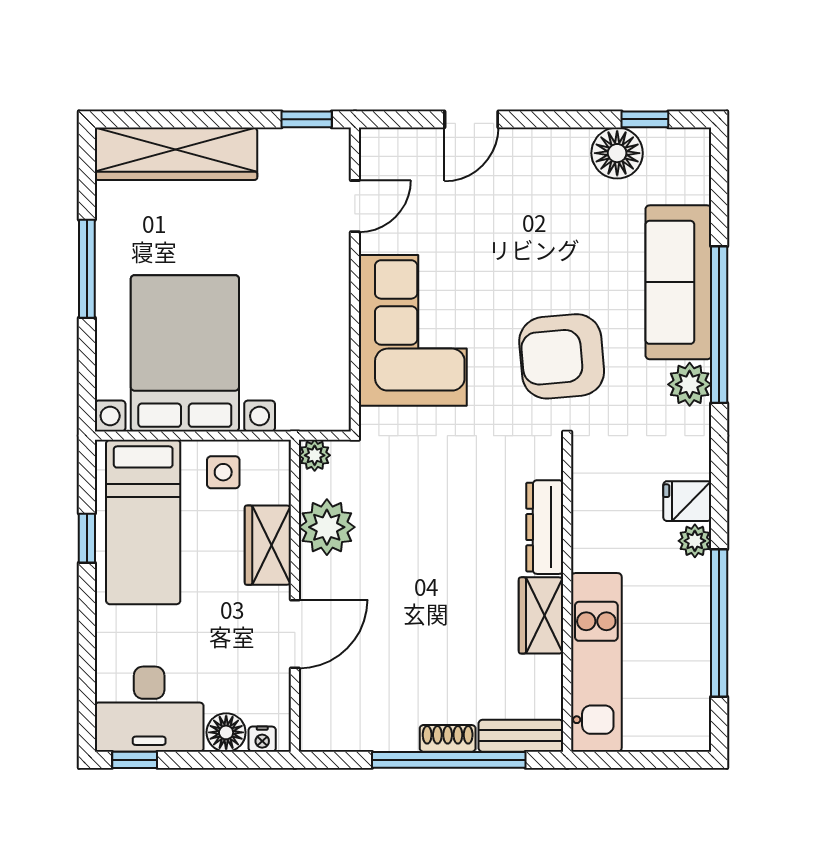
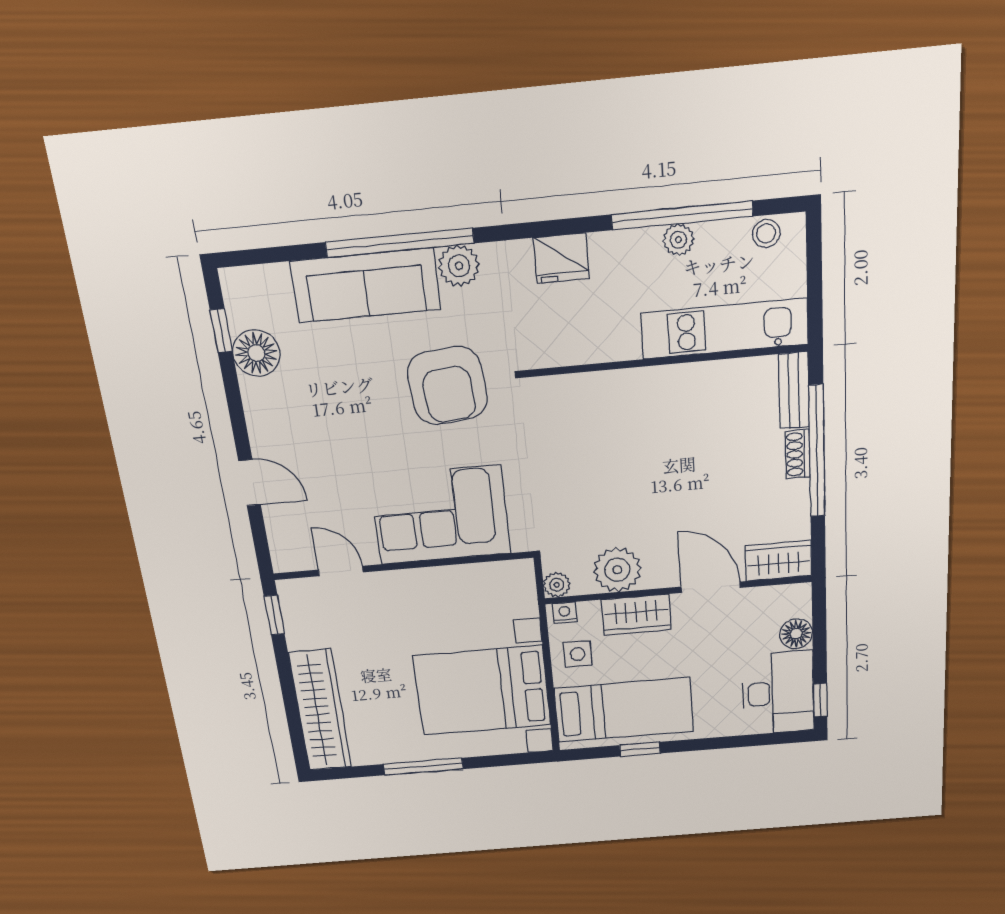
fridge: (687, 501) -> (561, 258), width x1.38
dresser: (545, 527) -> (603, 387), removed
plant: (695, 541) -> (678, 240), moved
wardrobe: (541, 615) -> (778, 561), moved, turned 180
stool: (693, 710) -> (766, 233), added
nightstand: (262, 739) -> (565, 613), moved, turned -90

